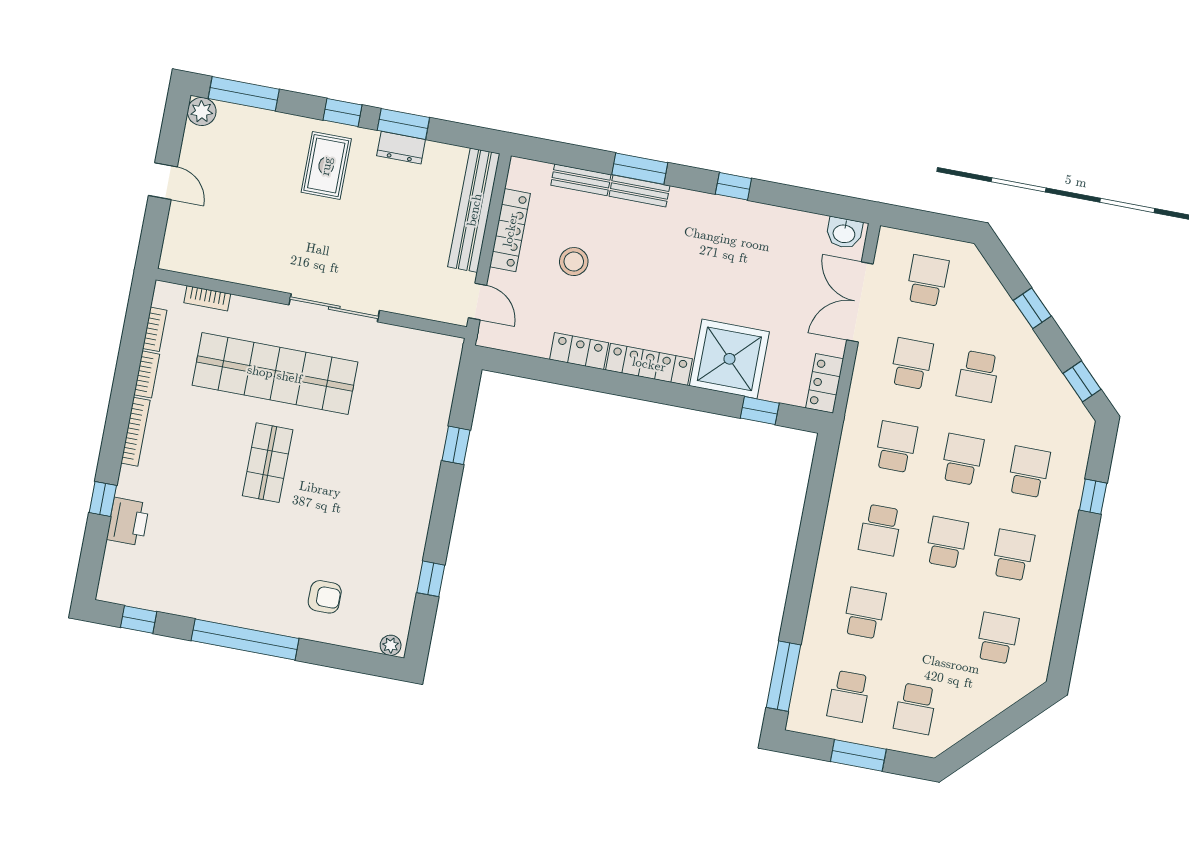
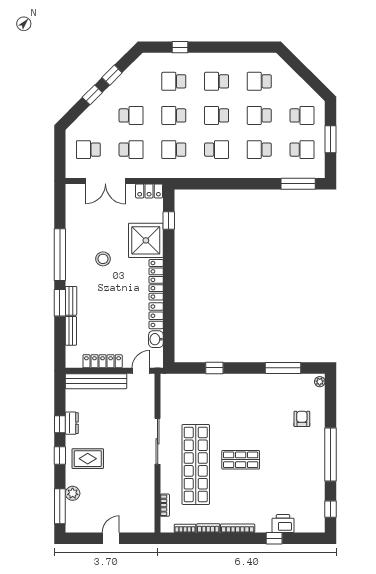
plant: (202, 112) -> (73, 493), moved
window: (403, 124) -> (60, 424), width x0.67
window: (733, 186) -> (60, 255), width x3.17
washbasin: (844, 233) -> (156, 339), moved, turned 180
stool: (574, 262) -> (103, 259), moved
school desk: (912, 364) -> (131, 150), turned 180
window: (1082, 381) -> (112, 75), moved
window: (431, 579) -> (283, 368), width x2.17
school desk: (931, 626) -> (259, 115), added

